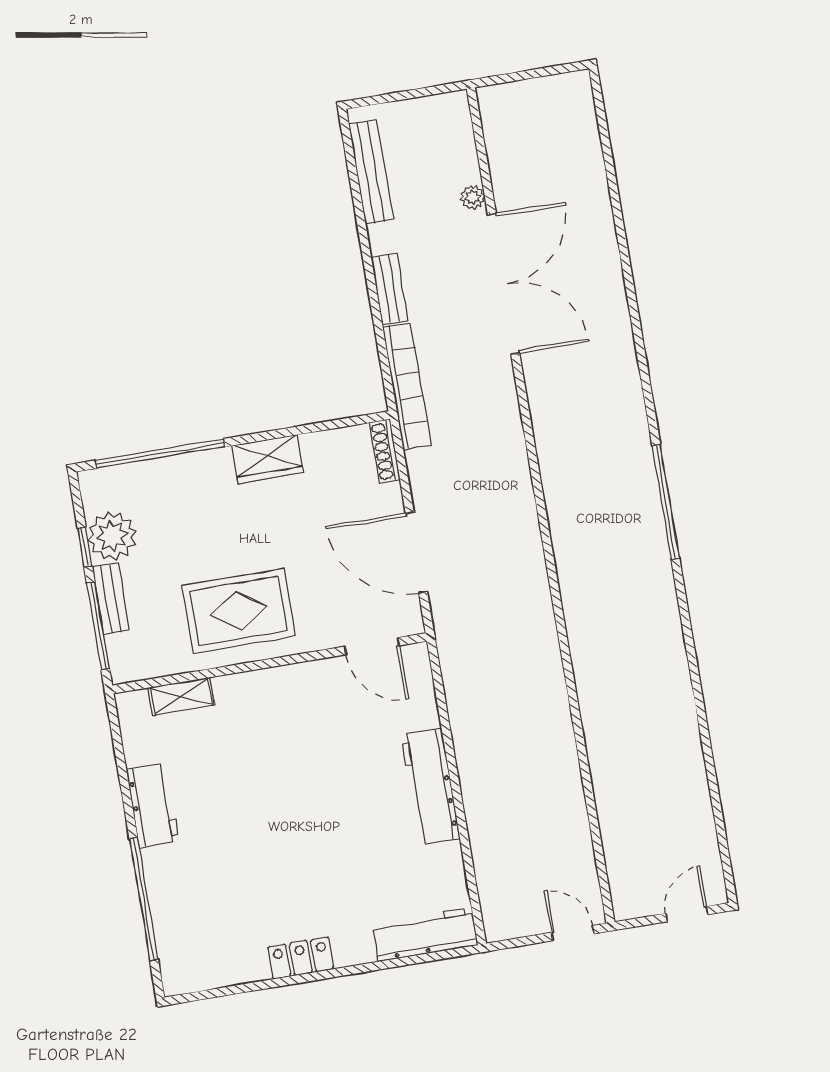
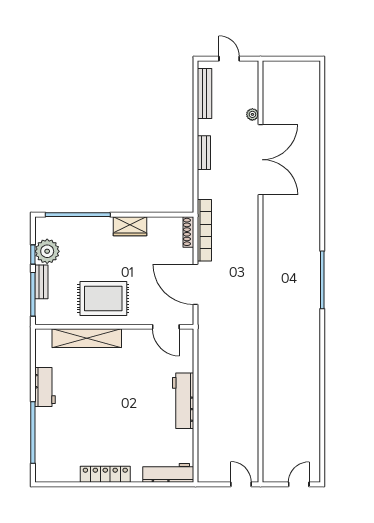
door: (408, 95) -> (229, 59), added
bookcase: (407, 386) -> (204, 230), moved
shelving: (181, 696) -> (87, 338), width x2.20, depth x1.33
locker: (301, 958) -> (105, 474), width x1.53

